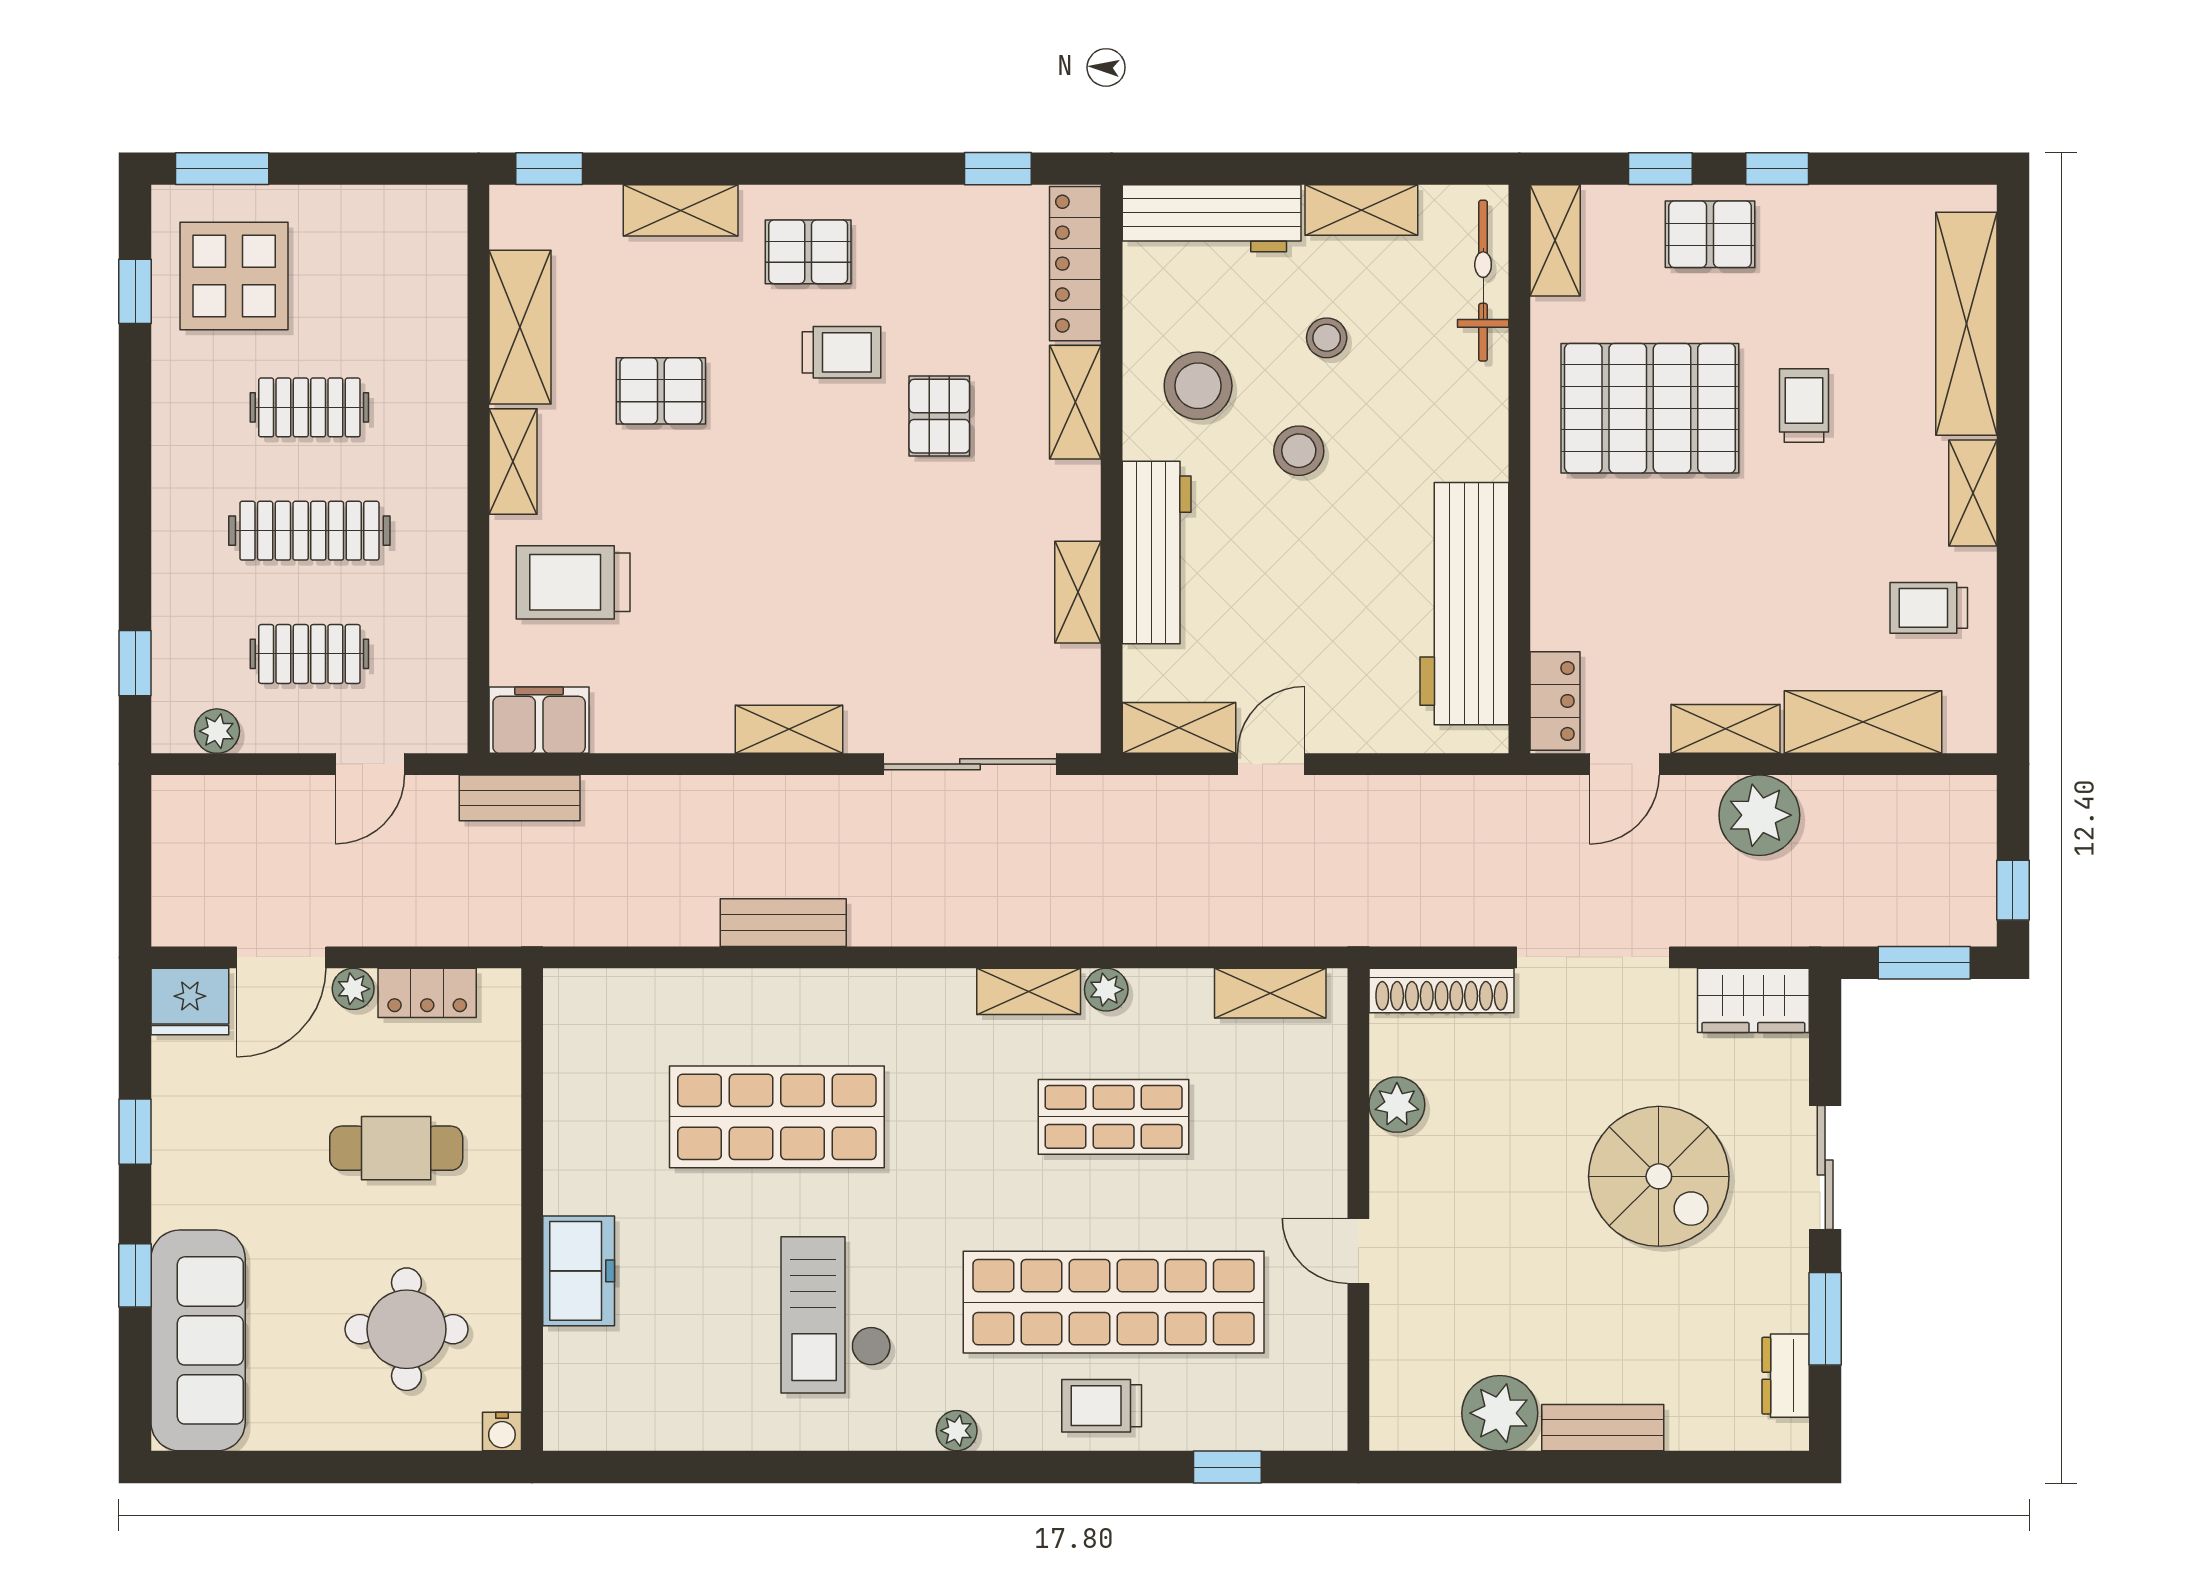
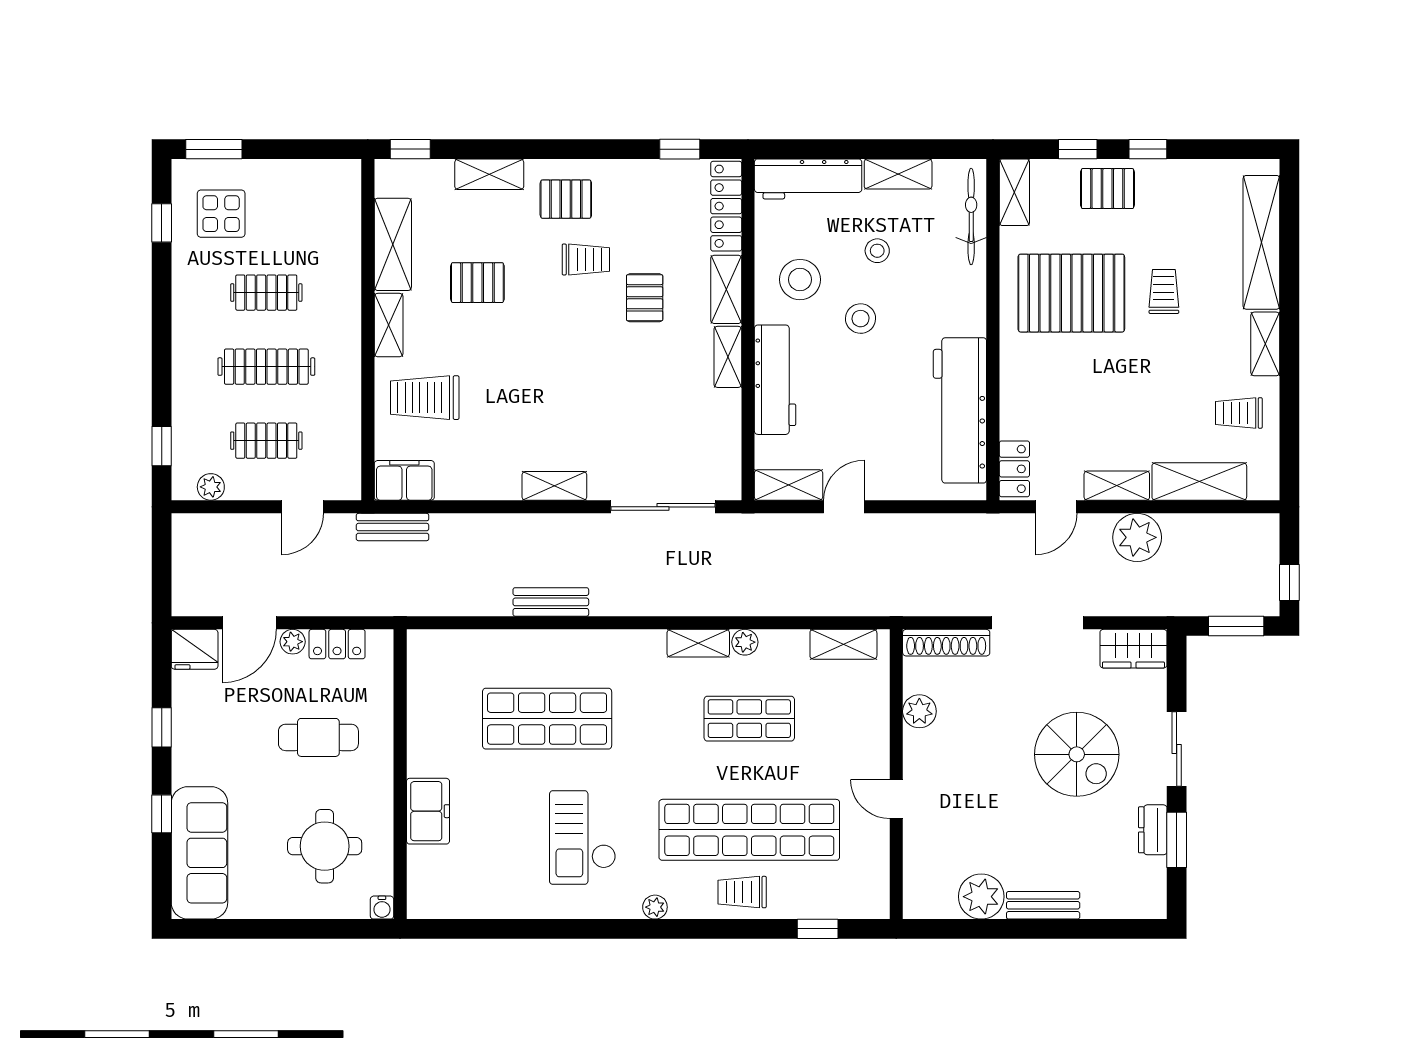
display table: (234, 276) -> (221, 214), width x0.73, depth x0.73
shelving: (1078, 592) -> (728, 357), moved
dresser: (1786, 1376) -> (1153, 830), moved

